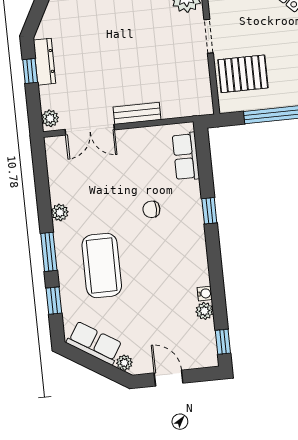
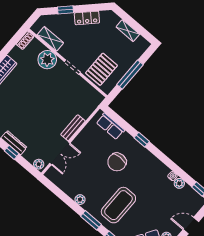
chair: (151, 209) -> (117, 162), width x1.87, depth x1.87
coffee table: (102, 266) -> (118, 205), turned 90

